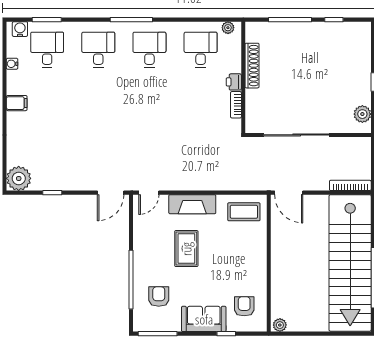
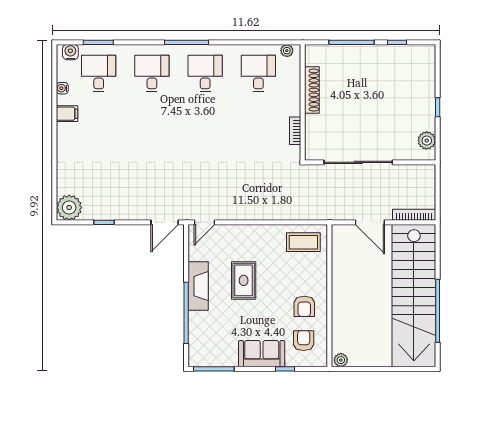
printer: (234, 82) -> (293, 107), removed
filing cabinet: (17, 103) -> (67, 114), moved
door: (289, 193) -> (370, 222), moved
fireplace: (192, 204) -> (198, 286), moved, turned -90
armchair: (159, 297) -> (304, 306), moved, turned 180

